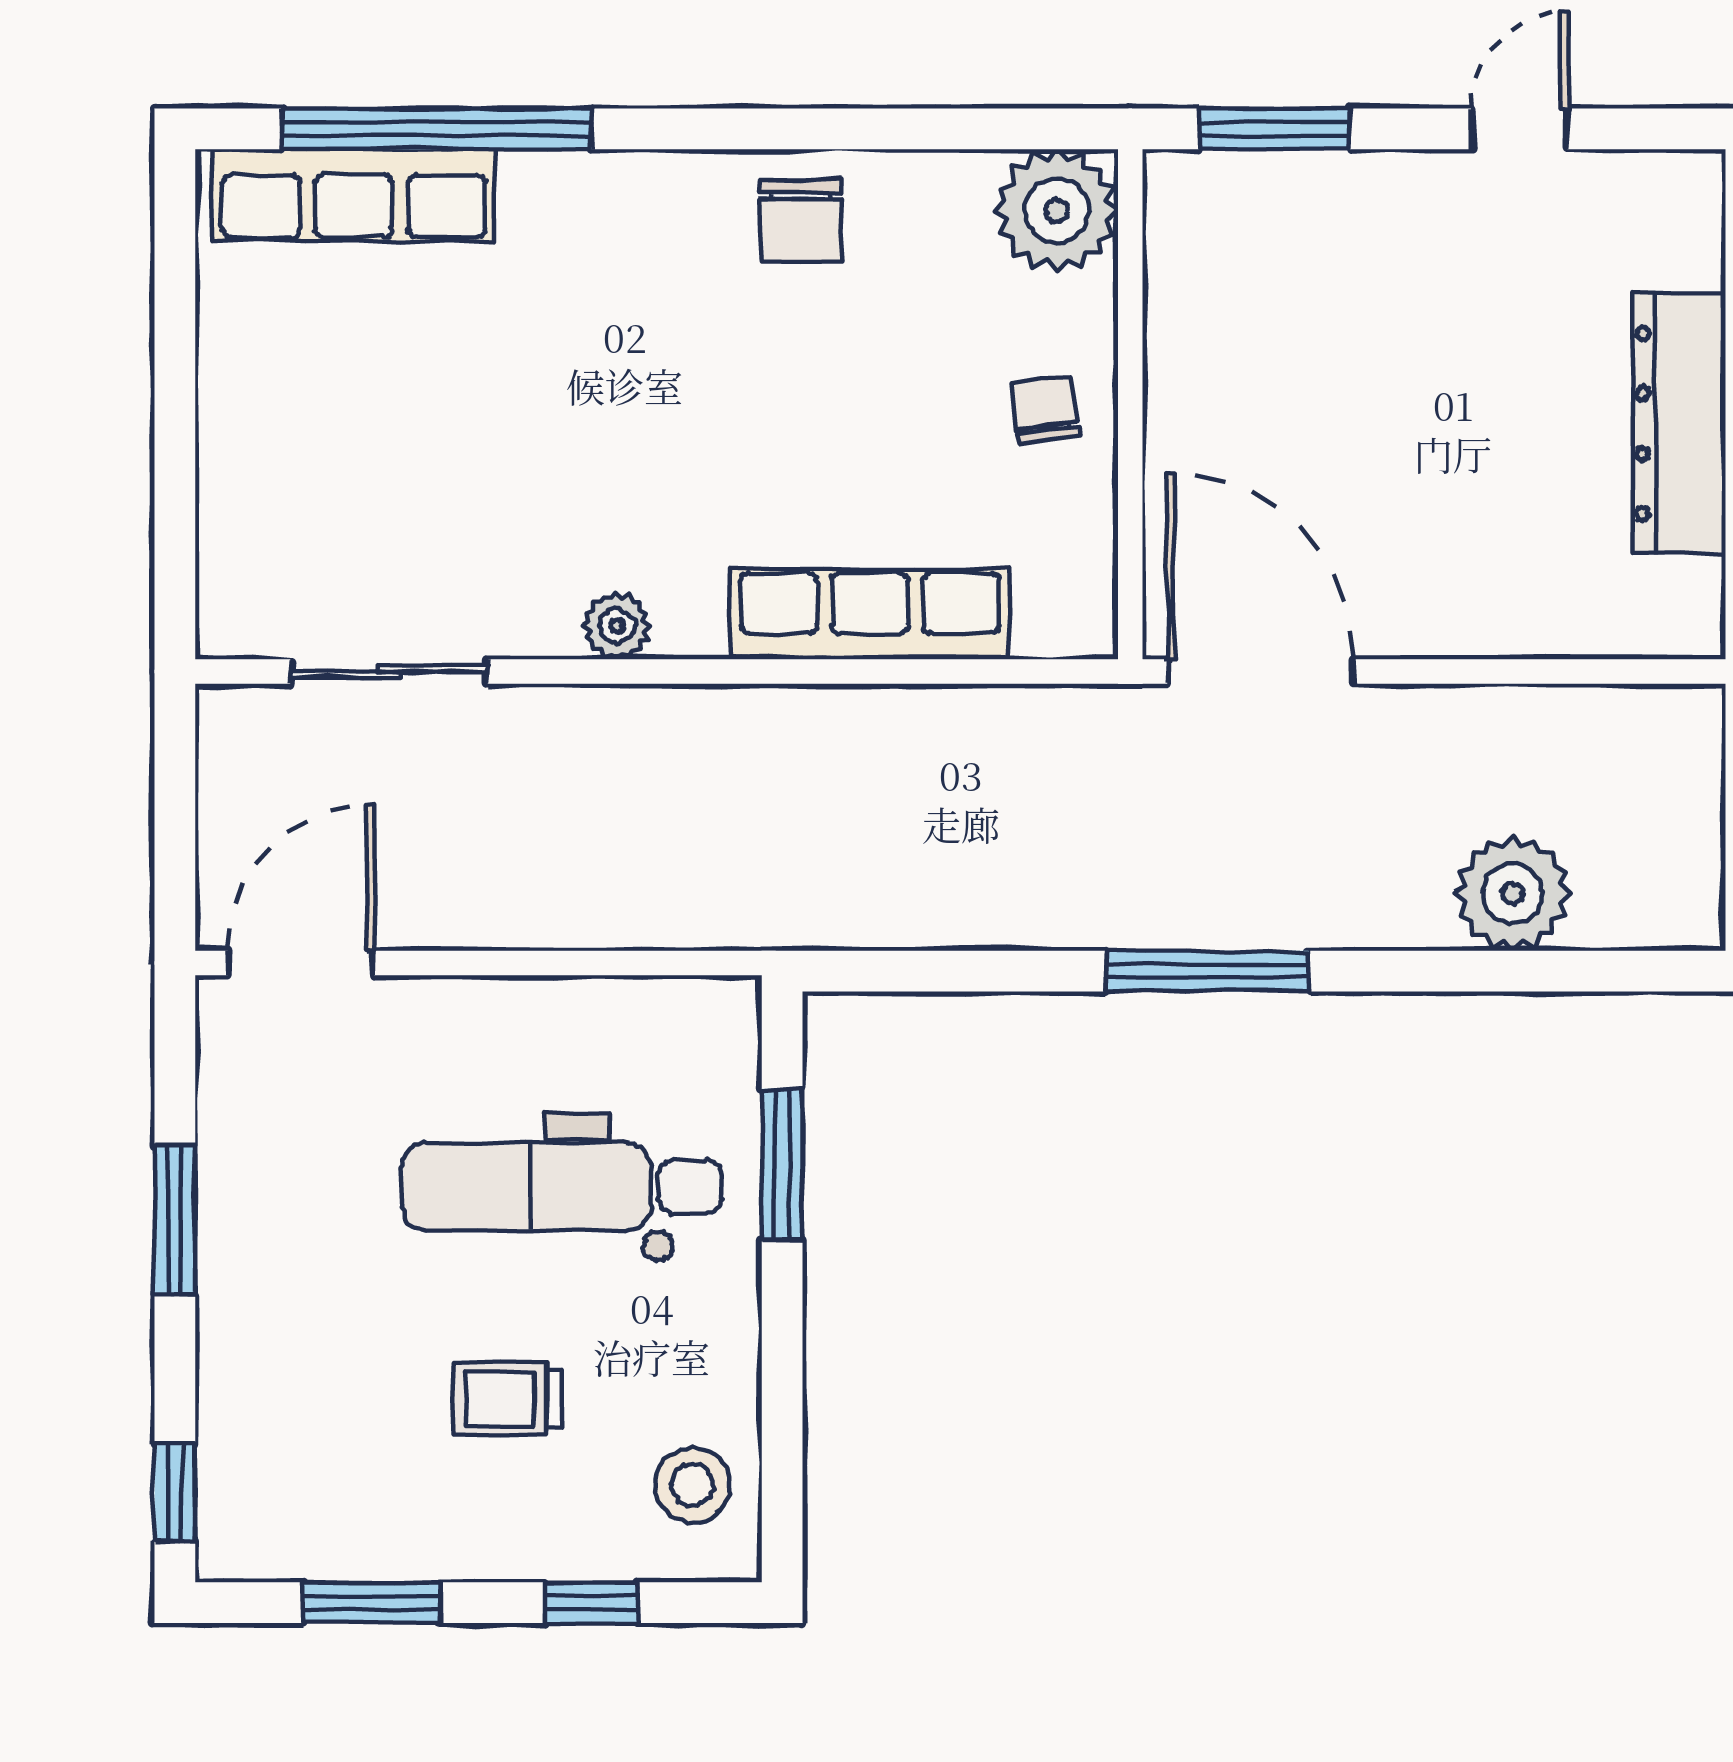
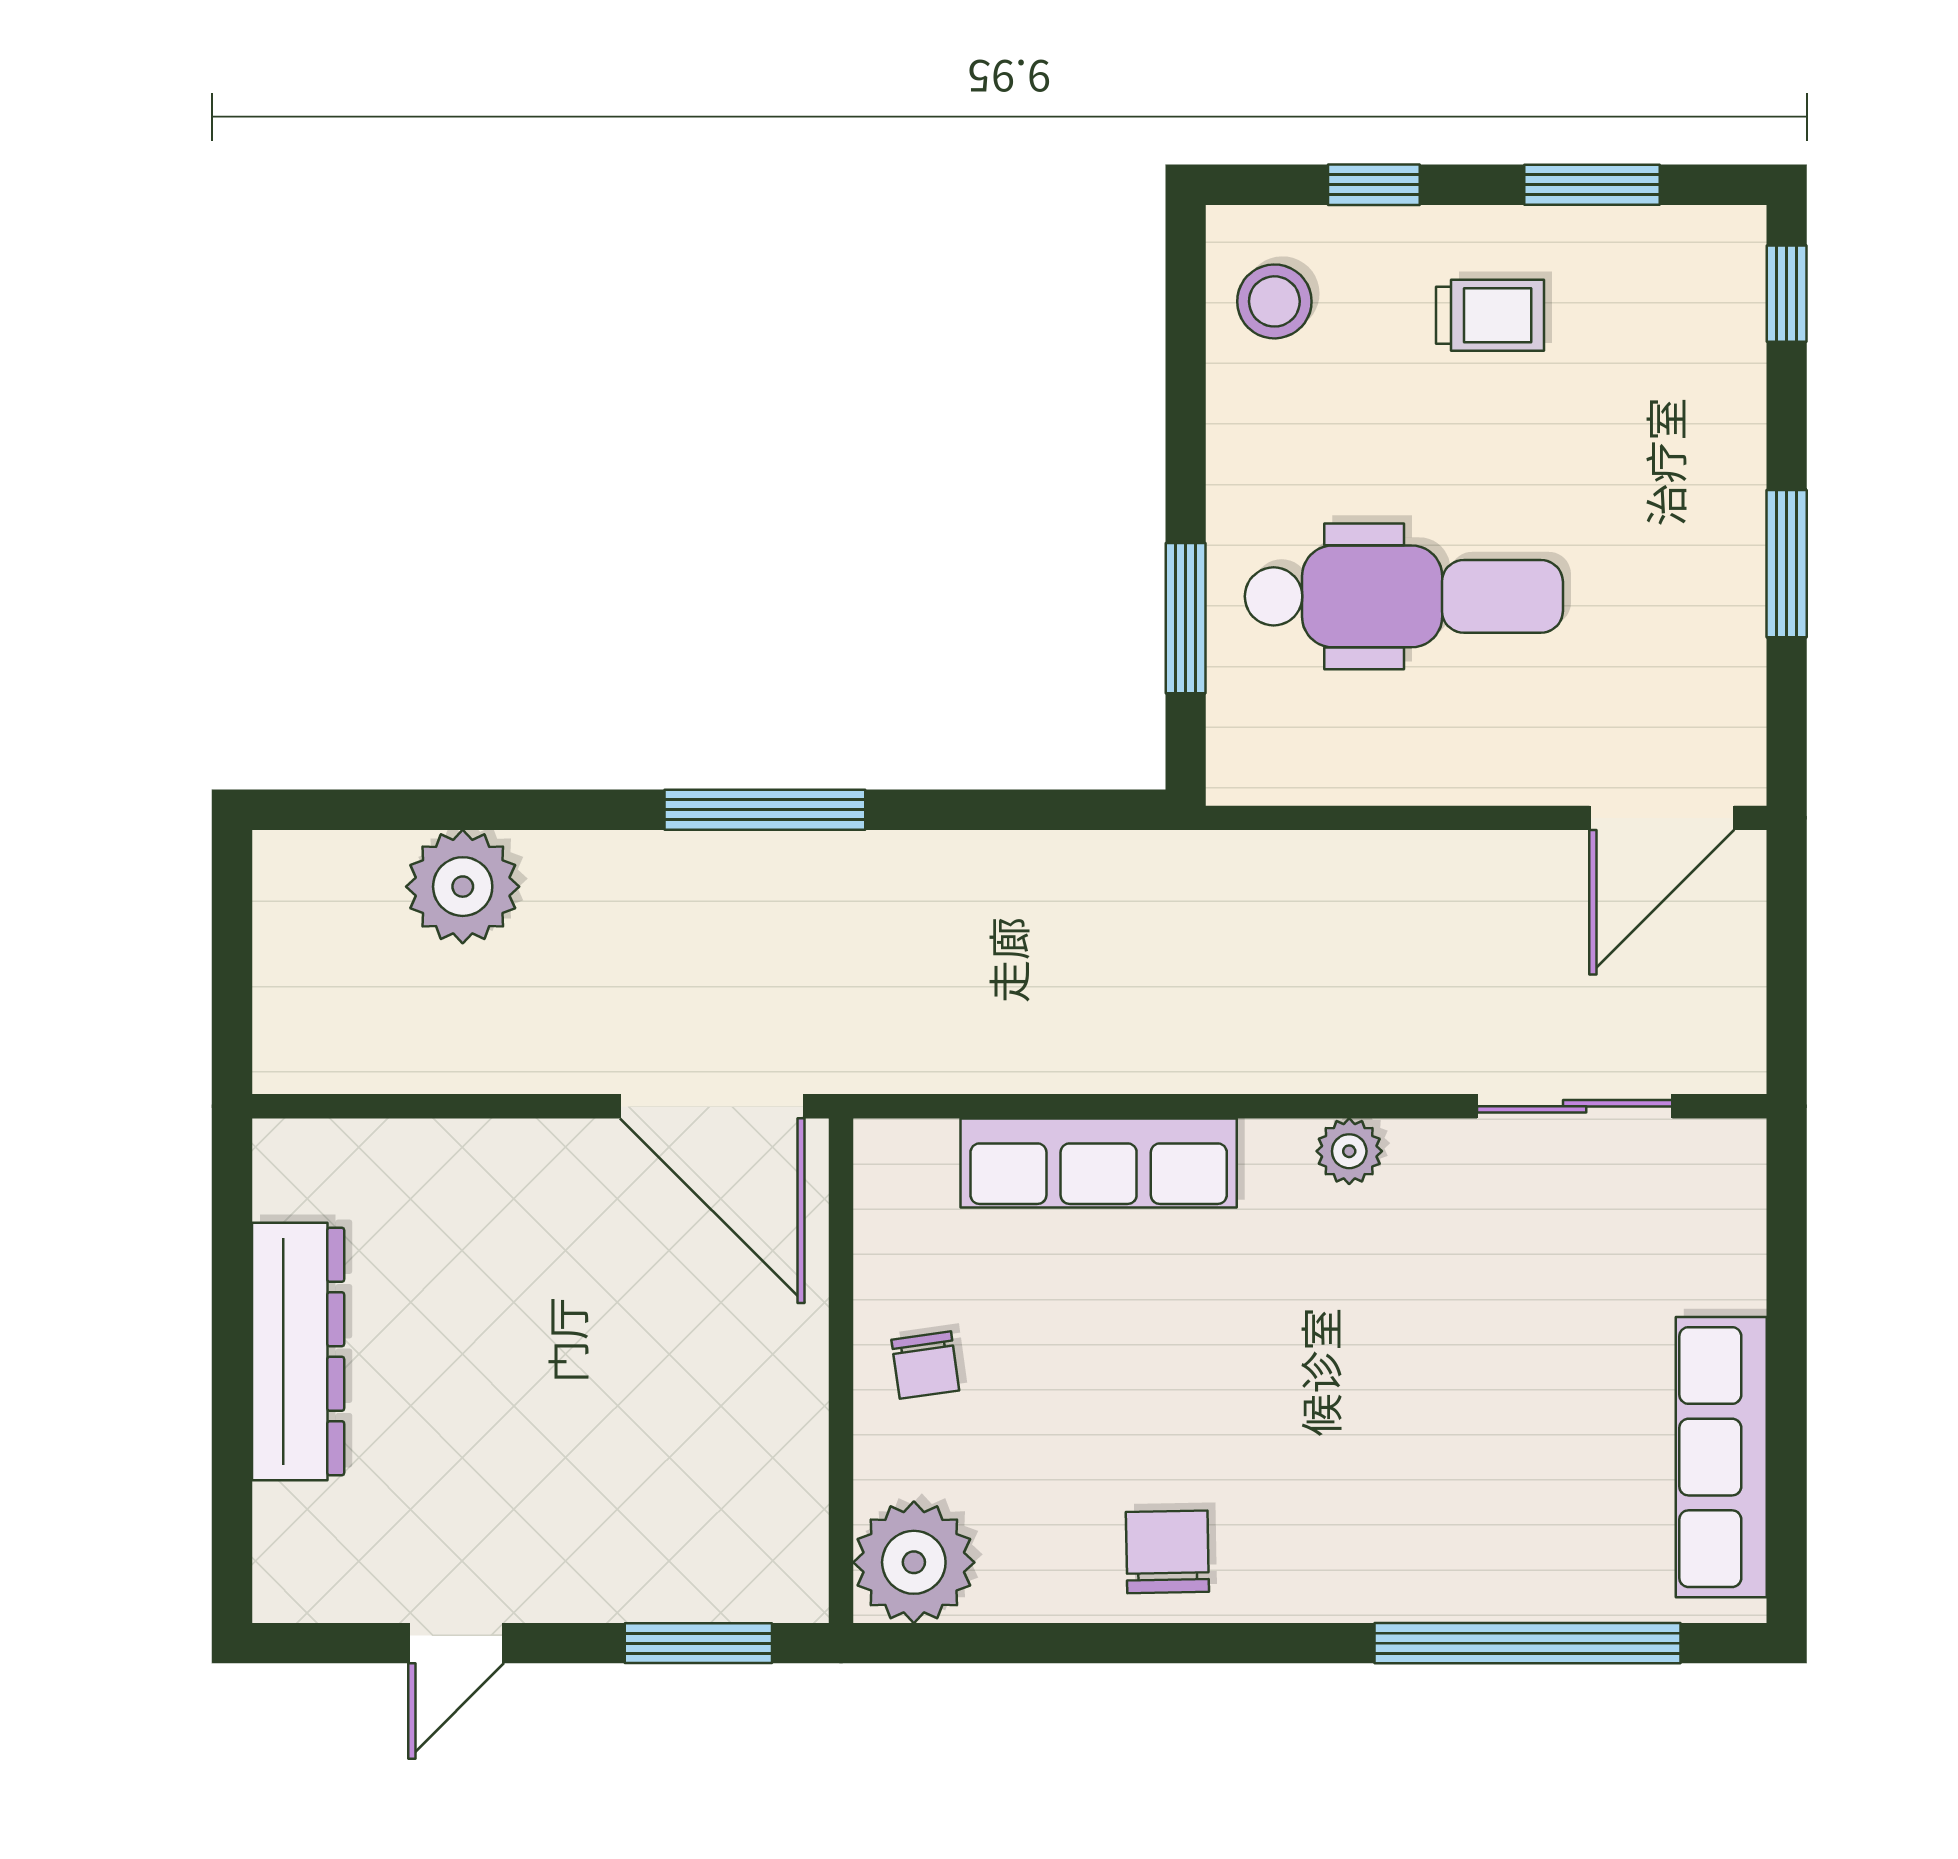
row of seats: (354, 195) -> (1721, 1457), moved, turned -90
trolley: (508, 1399) -> (1490, 315), moved

